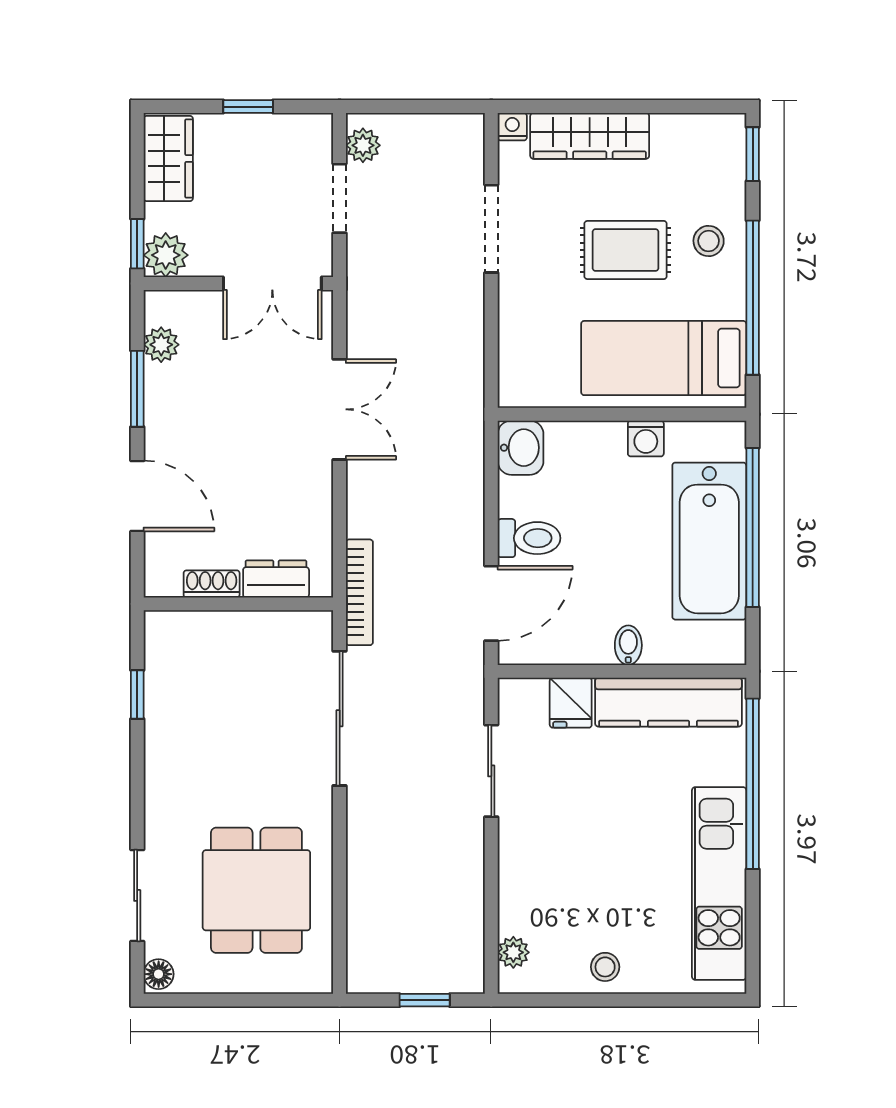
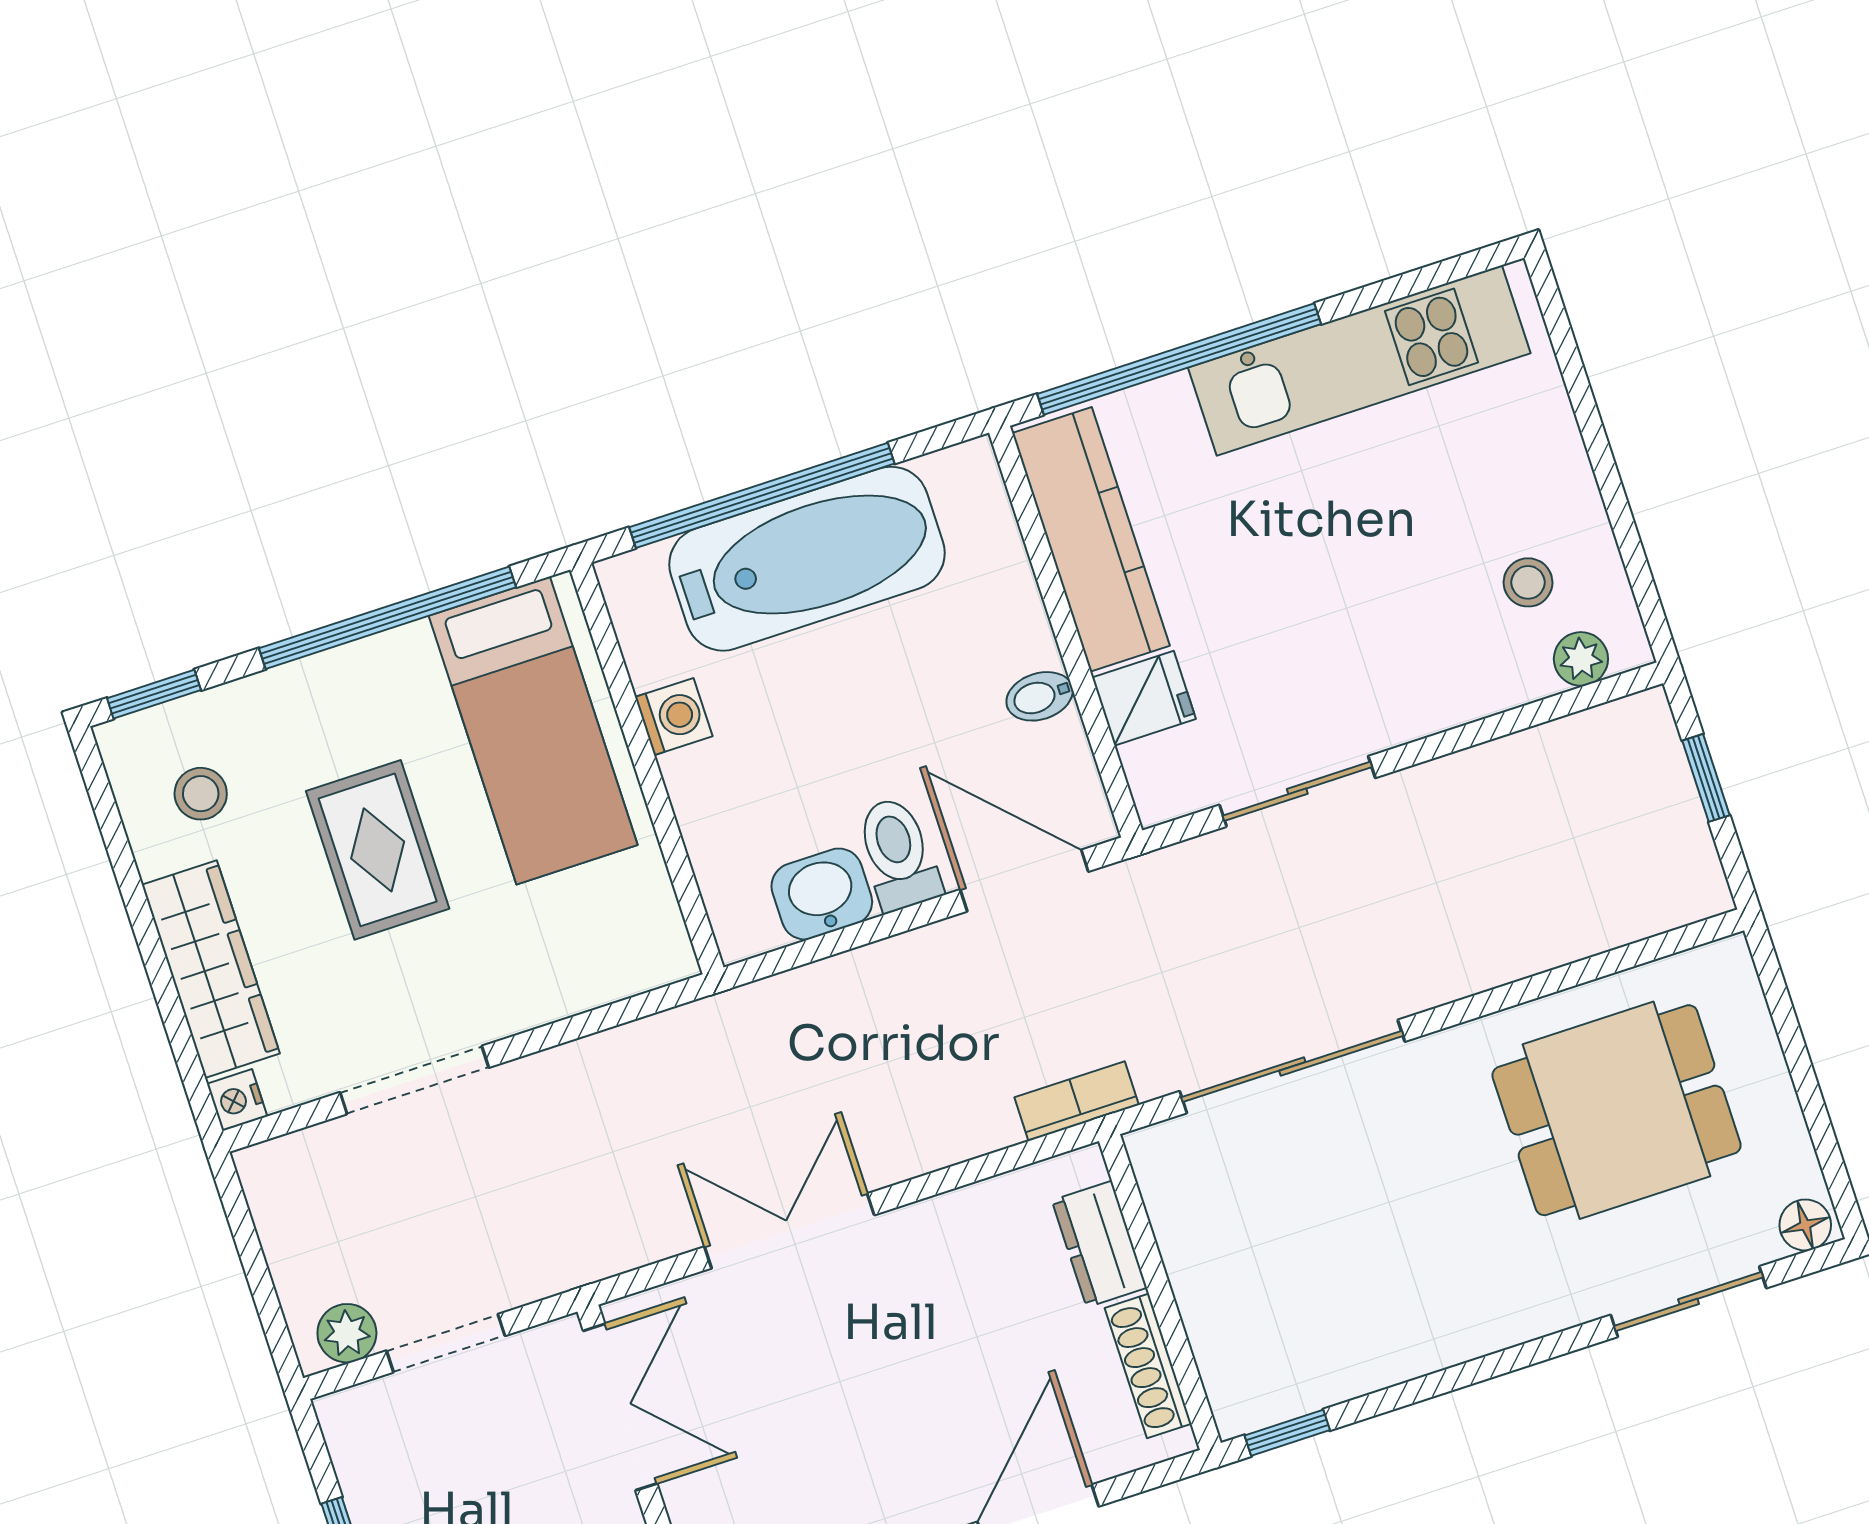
stool: (709, 241) -> (201, 794), moved
washbasin: (521, 448) -> (822, 894), moved
shoe rack: (212, 584) -> (1148, 1366), width x1.43
bookcase: (359, 592) -> (1077, 1101), width x0.64
bidet: (628, 645) -> (1040, 696), moved
window: (137, 695) -> (1287, 1433), moved
stool: (605, 967) -> (1528, 582), moved

